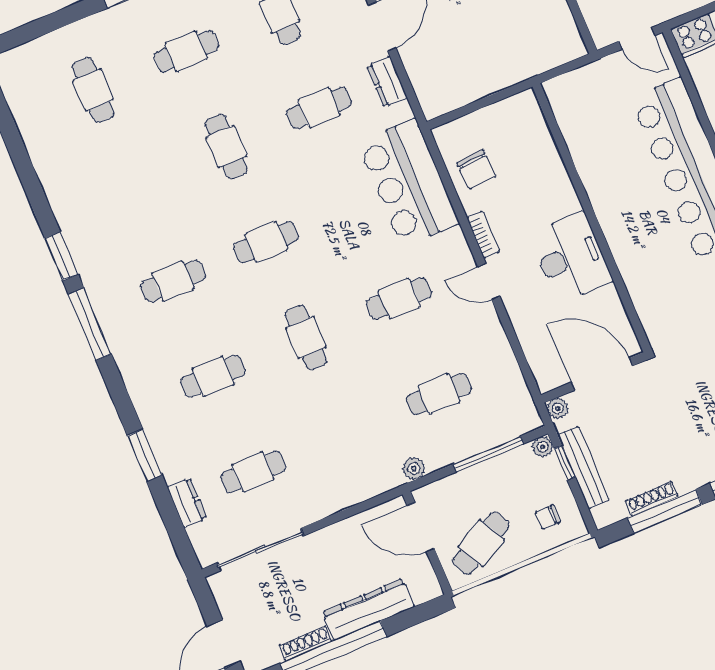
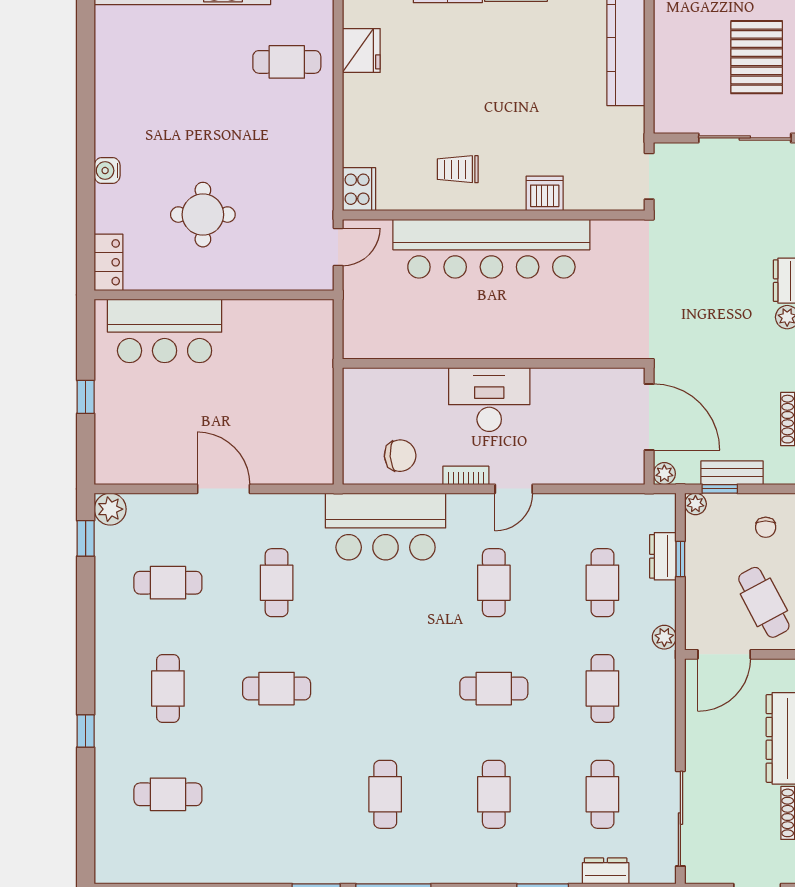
dresser: (387, 82) -> (663, 556), moved, turned 90
cafe table: (266, 242) -> (602, 689), moved
desk: (571, 257) -> (489, 400), moved
door: (602, 374) -> (649, 417), swing flipped
window: (488, 454) -> (680, 559), width x0.46
bench: (583, 467) -> (732, 473), width x0.73

